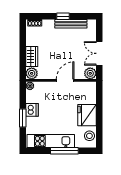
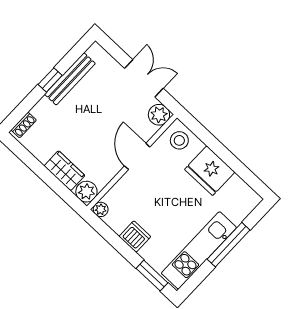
double door: (99, 53) -> (144, 78), swing flipped
window: (23, 118) -> (152, 276), moved
stool: (89, 136) -> (179, 140), moved

